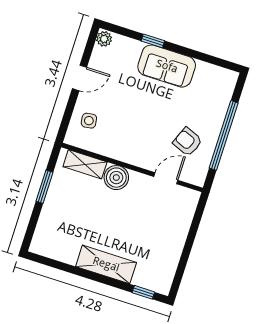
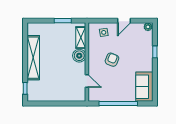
sofa: (167, 66) -> (144, 87), moved
door: (79, 78) -> (124, 21), hinge flipped
armchair: (188, 142) -> (112, 60), moved
shelving: (106, 264) -> (33, 58), width x1.47

